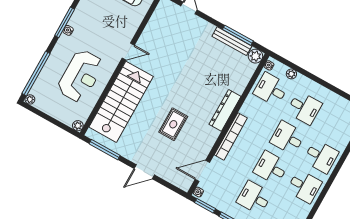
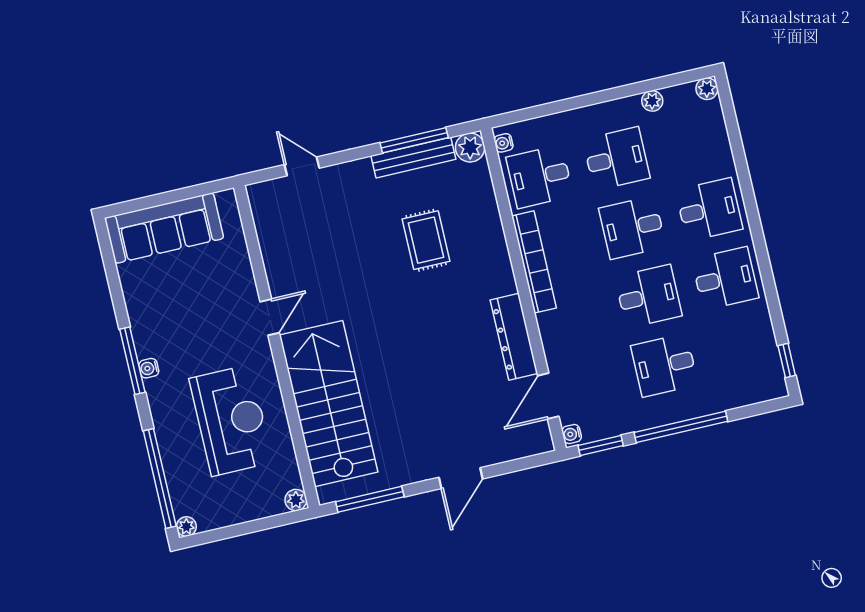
plant: (291, 74) -> (652, 101), moved
dresser: (225, 110) -> (514, 337), moved
rug: (173, 124) -> (426, 240), moved
bookcase: (231, 136) -> (534, 262), moved
desk: (271, 168) -> (648, 296), turned 180

